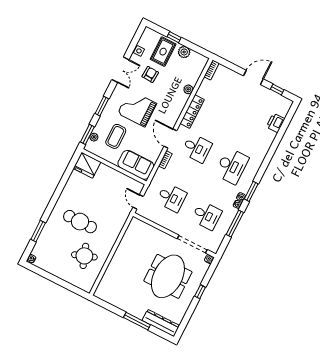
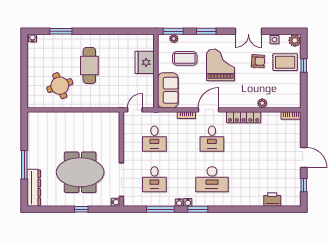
plant: (184, 52) -> (295, 40), moved
fridge: (87, 165) -> (145, 62), moved

